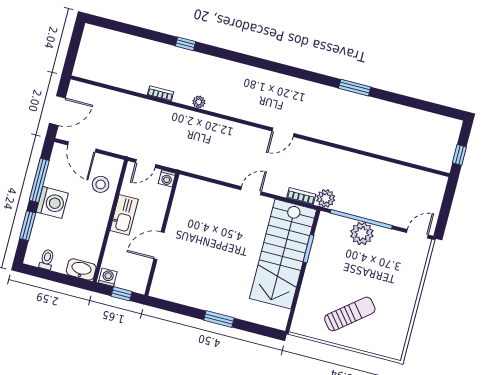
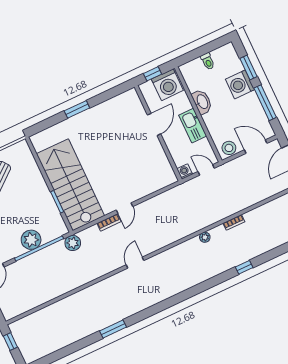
door: (146, 163) -> (206, 170), hinge flipped
stool: (101, 184) -> (229, 148), moved
bookcase: (301, 196) -> (109, 222), moved
washing machine: (52, 203) -> (240, 84), moved
toilet: (47, 259) -> (208, 61), moved
washbasin: (81, 269) -> (202, 102), moved, turned -90
washing machine: (108, 277) -> (167, 85), width x1.89, depth x1.89

